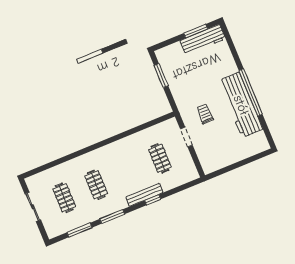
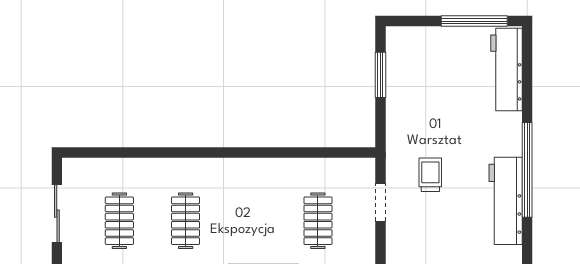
window: (196, 31) -> (474, 21), width x1.44
workbench: (203, 40) -> (507, 69), moved, turned 90
workbench: (241, 105) -> (506, 201), width x0.73, depth x0.76

